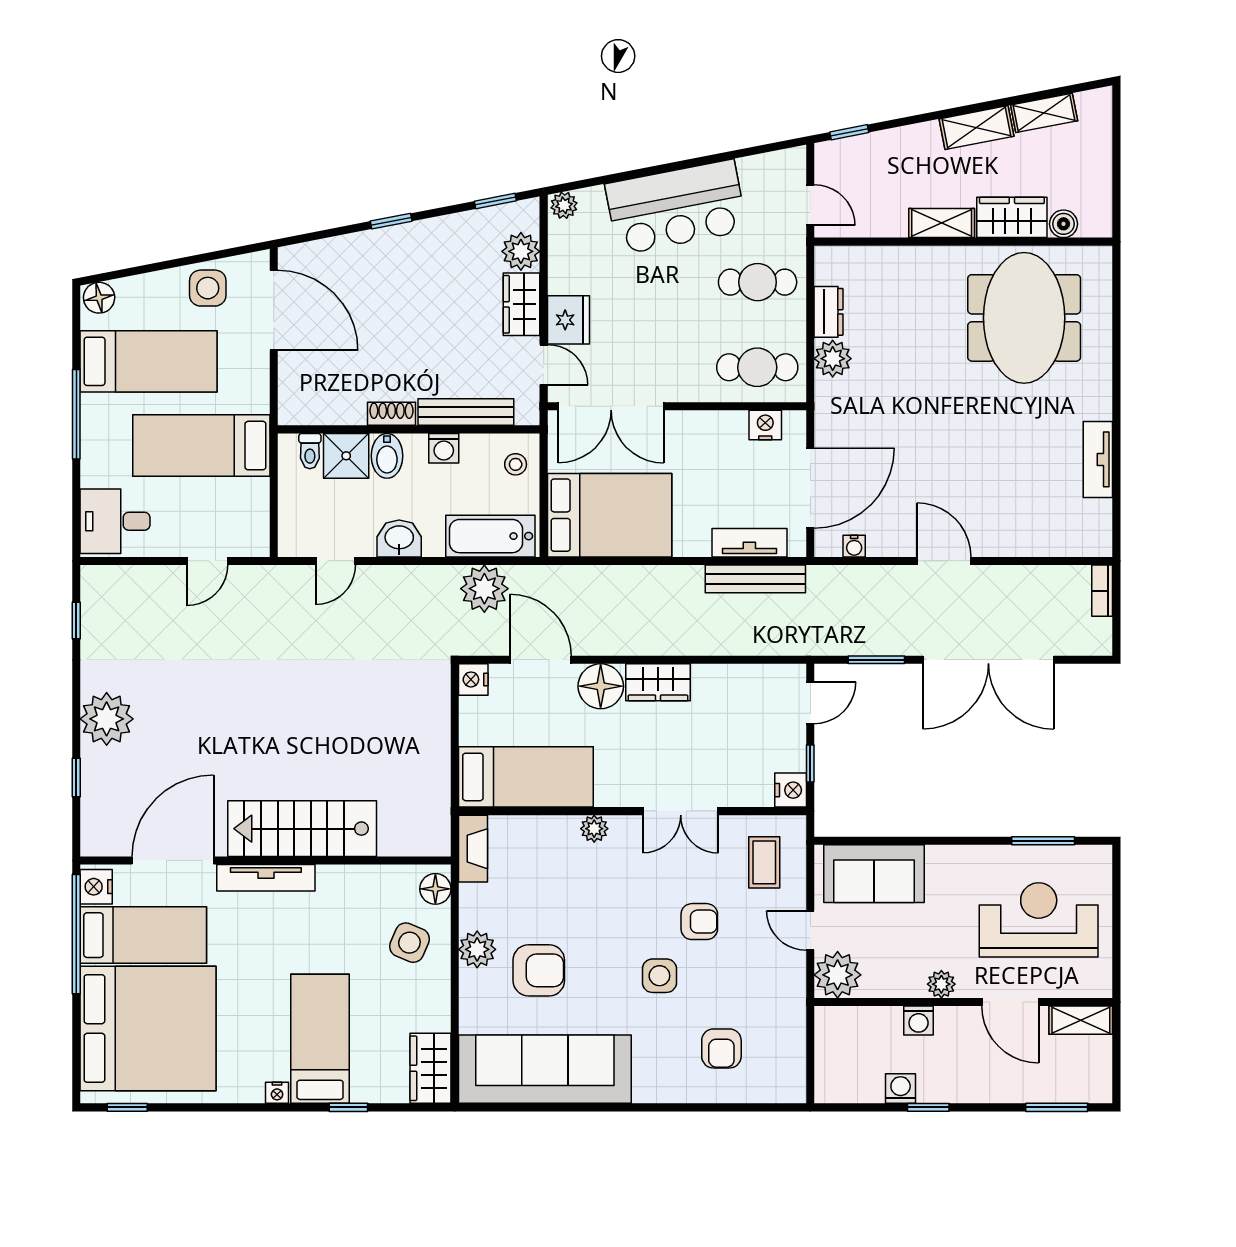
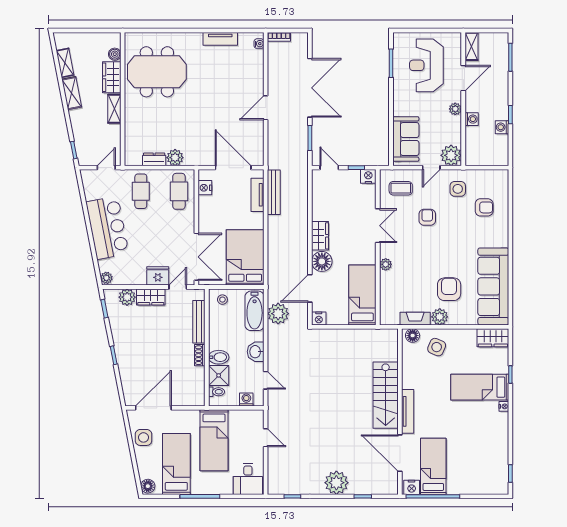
washing machine: (444, 448) -> (246, 399), moved, turned -90
water cooler: (854, 546) -> (259, 44), moved
fireplace: (473, 849) -> (415, 319), moved
side table: (659, 976) -> (458, 189), moved
bed: (148, 1029) -> (475, 464), removed

